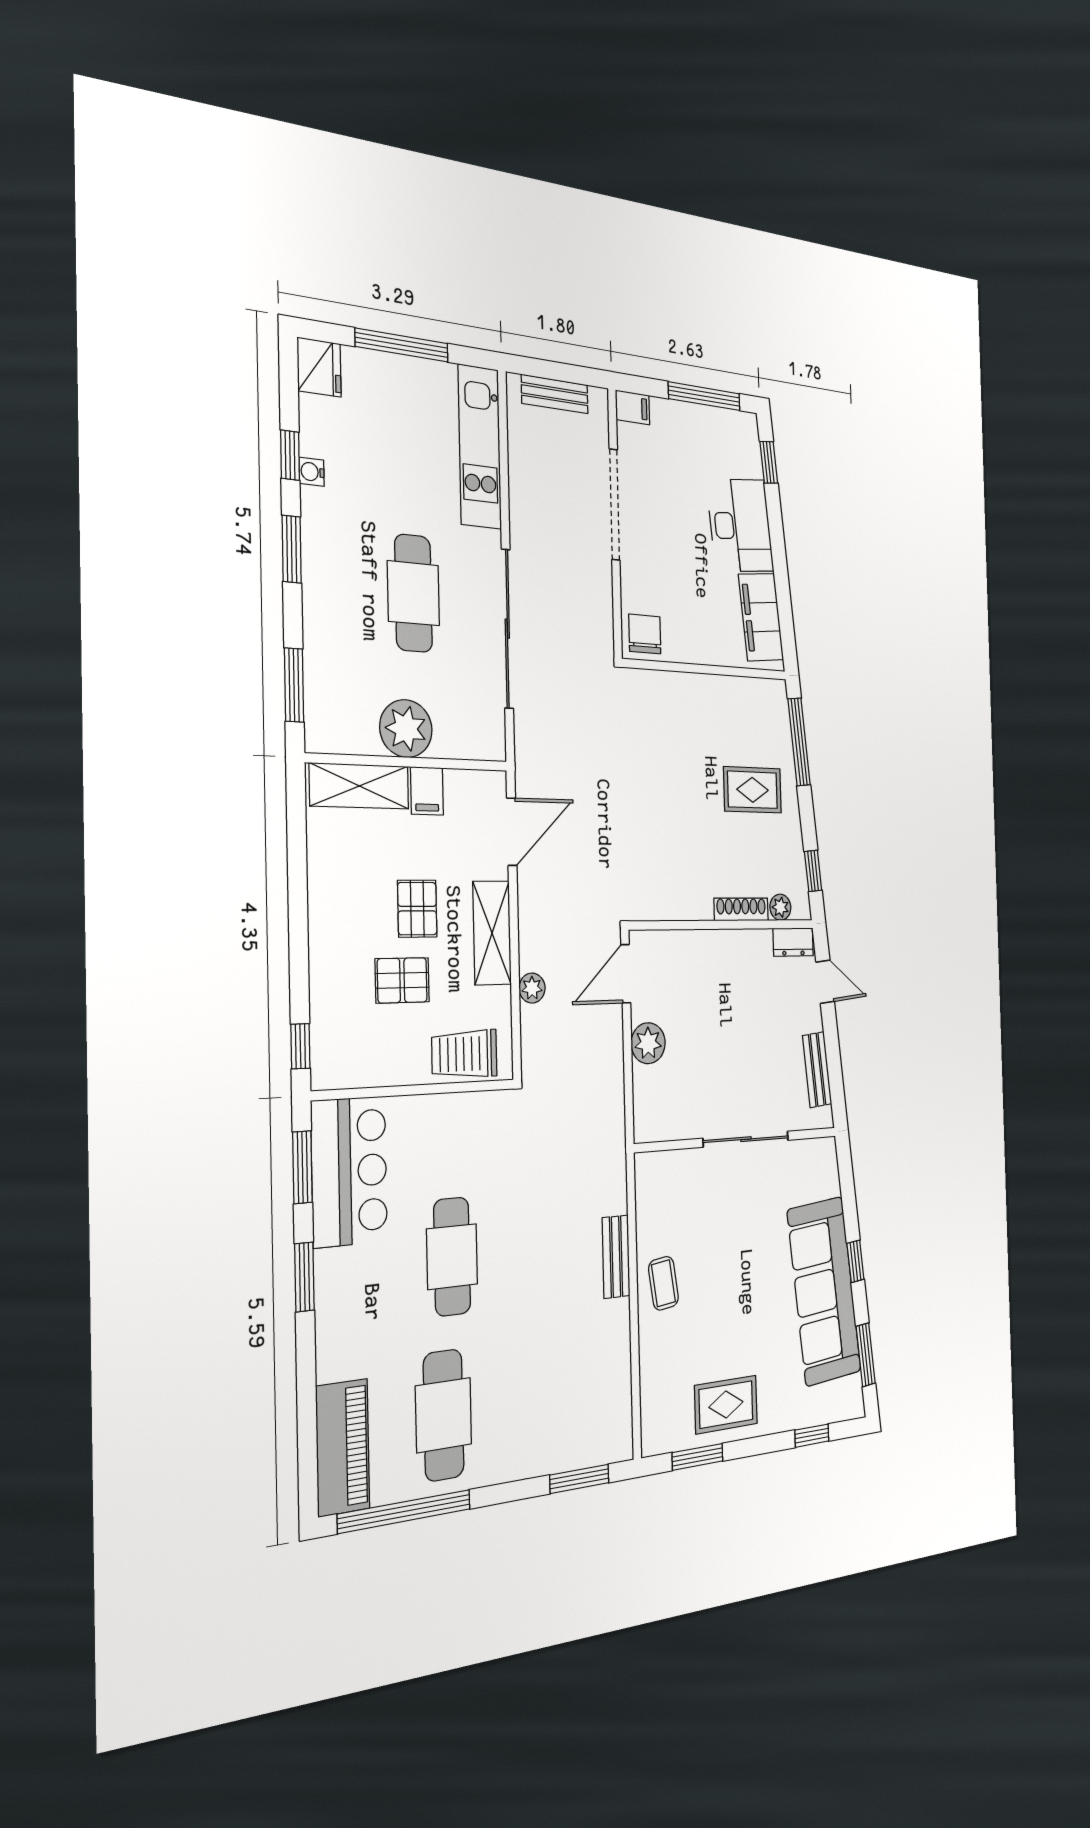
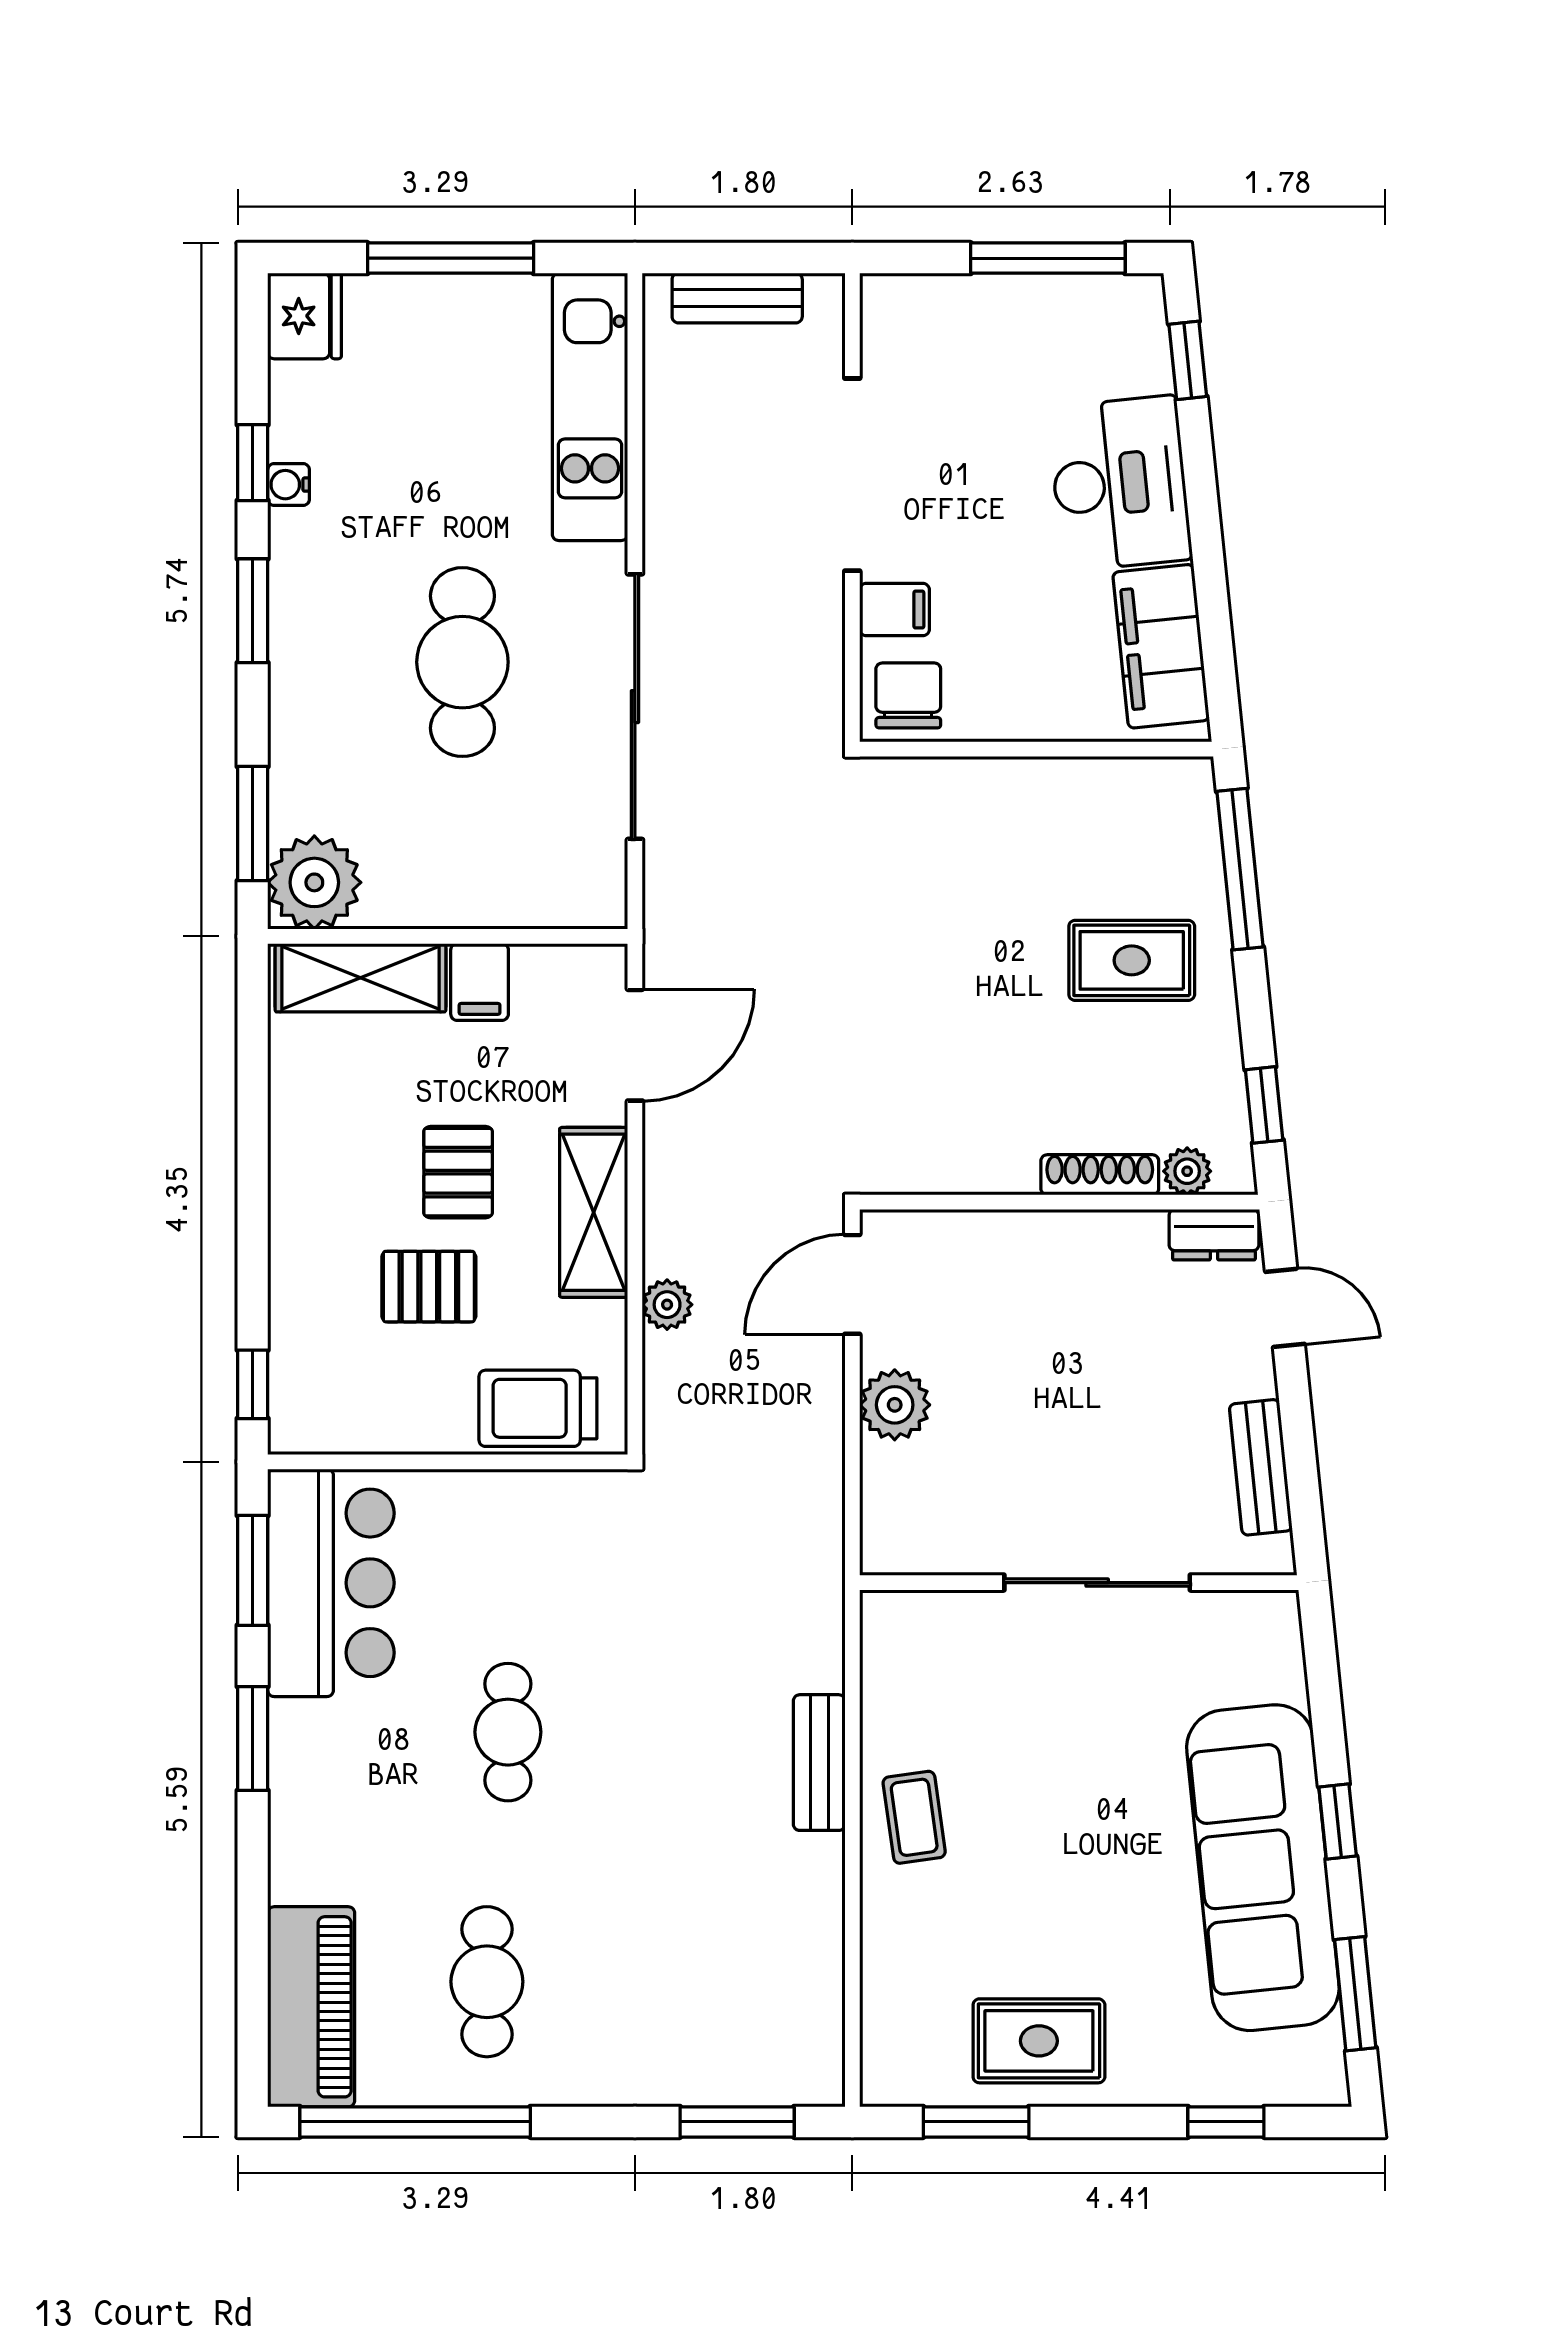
filing cabinet: (633, 407) -> (894, 610), moved
plant: (406, 729) -> (314, 882), moved
cafe table: (452, 1257) -> (508, 1732), width x0.73, depth x0.74
cafe table: (444, 1415) -> (487, 1982), width x0.73, depth x0.74

